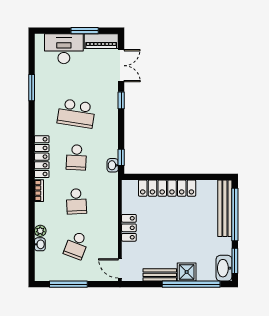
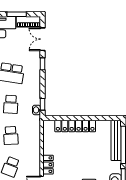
double door: (121, 66) -> (43, 39), swing flipped
locker: (129, 228) -> (48, 165), moved

